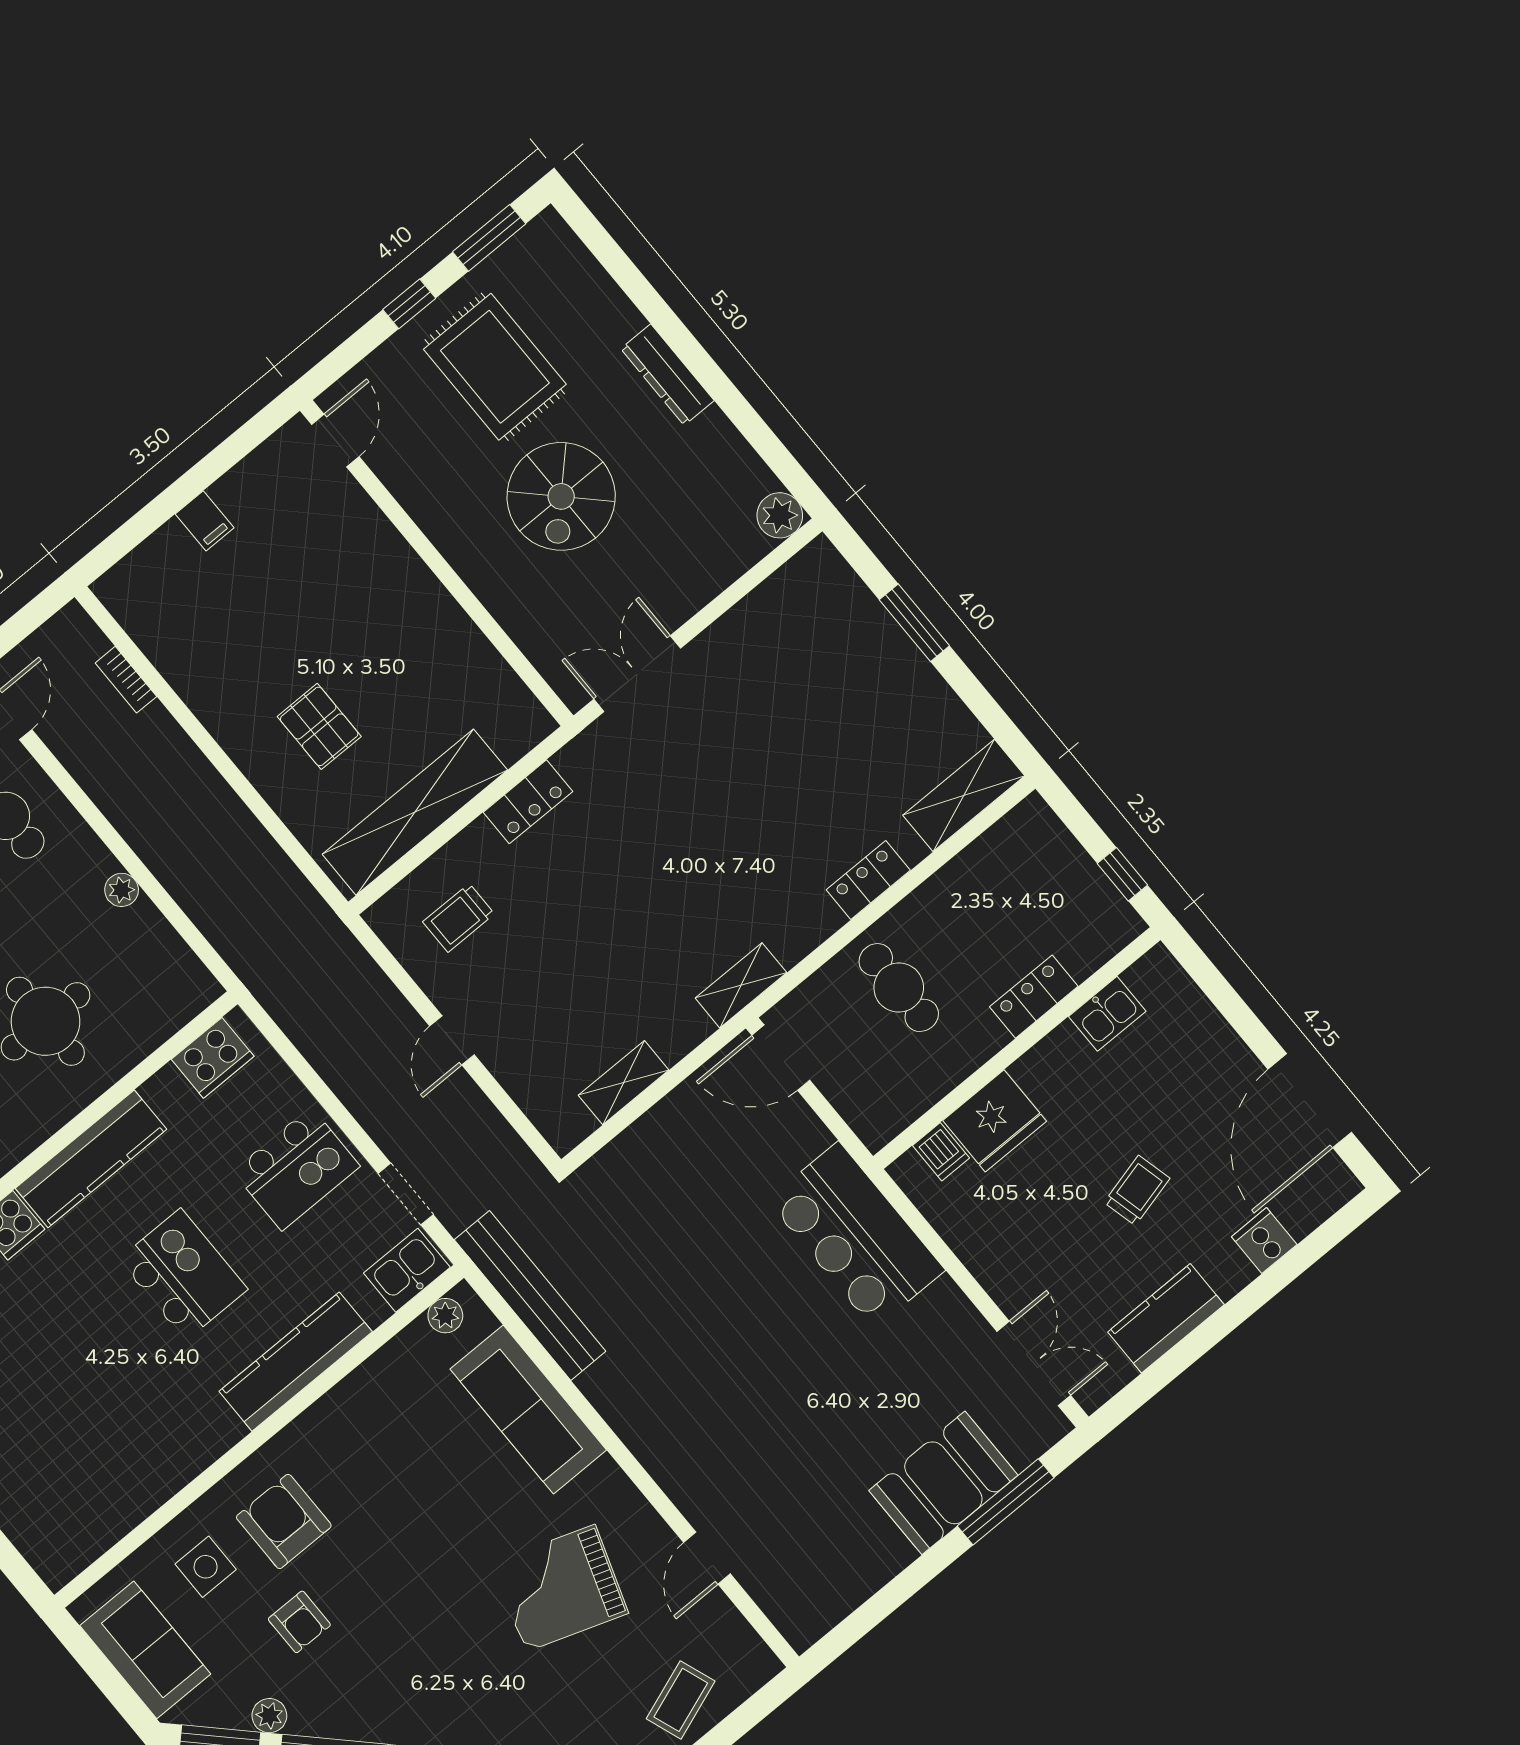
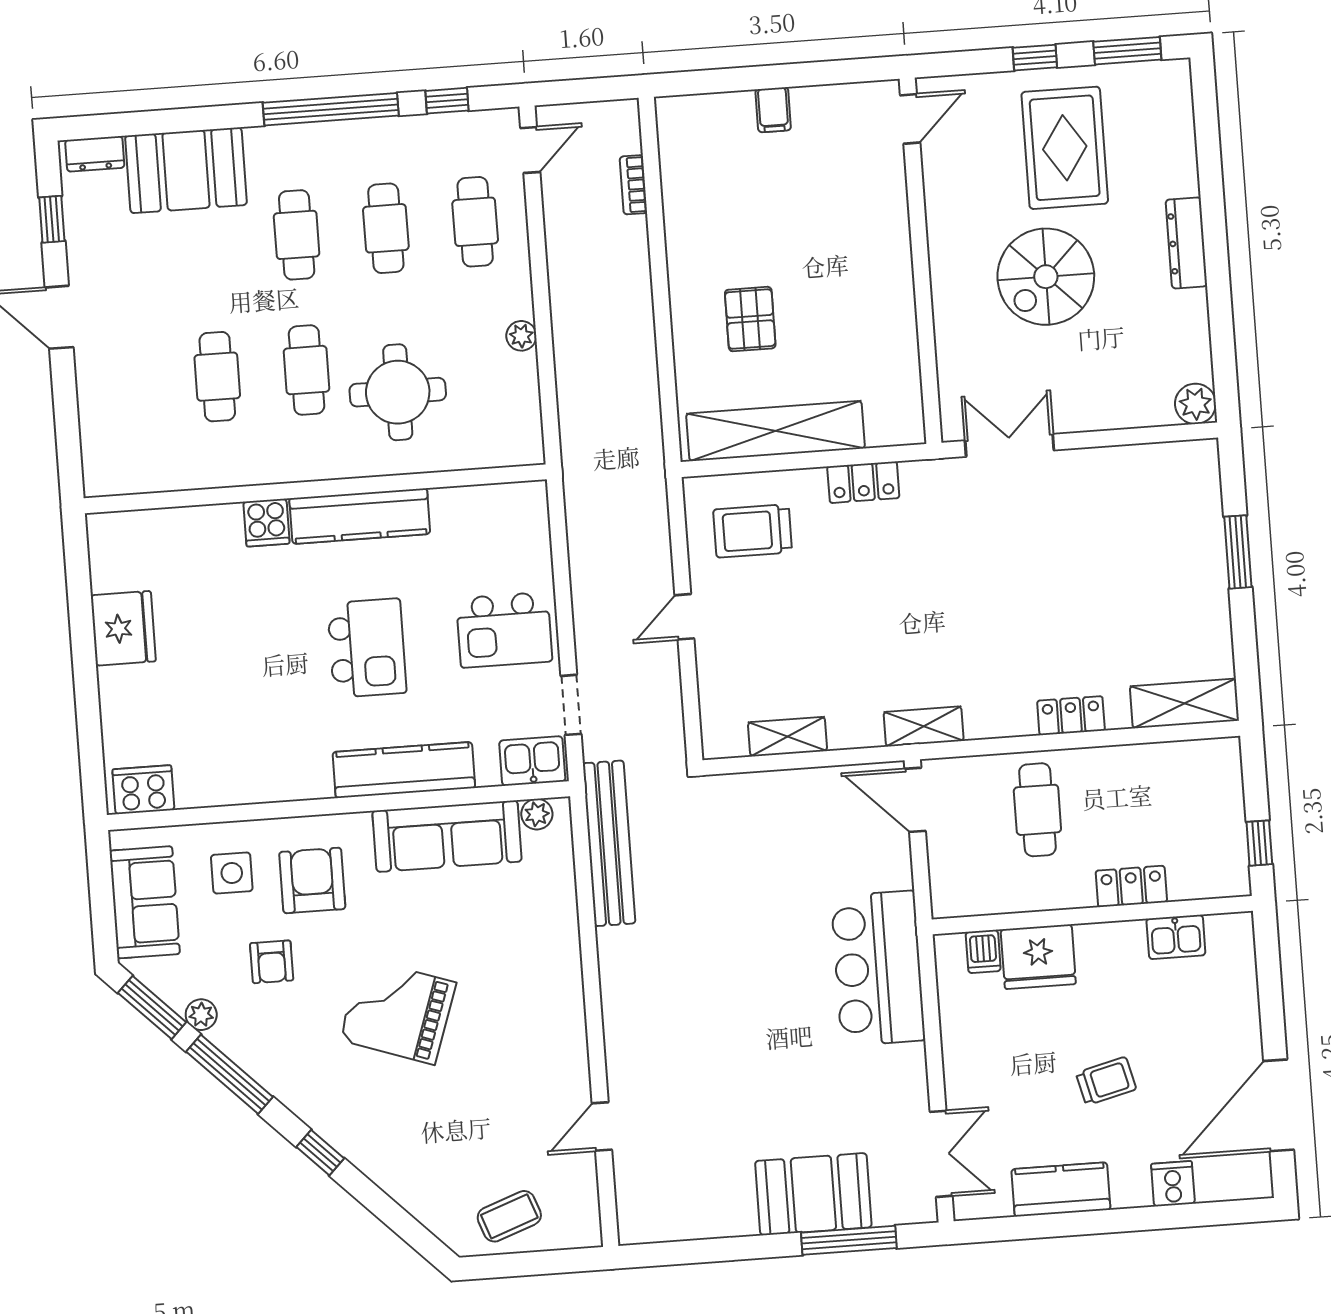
trolley: (459, 918) -> (753, 531), width x1.36, depth x1.39
cooker: (213, 1058) -> (143, 790), moved, turned 180
sofa: (528, 1410) -> (447, 836), moved, turned -90
grand piano: (560, 1588) -> (398, 1011), moved

